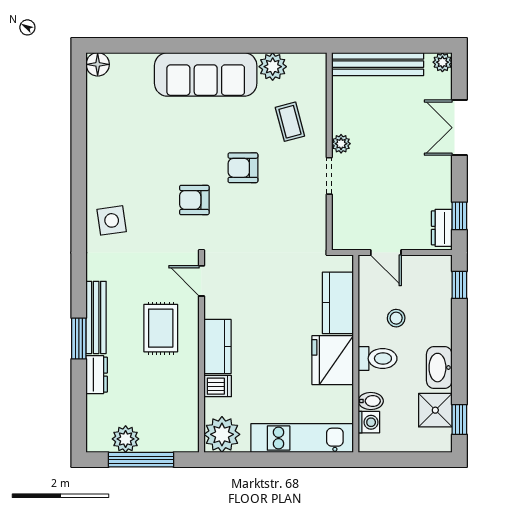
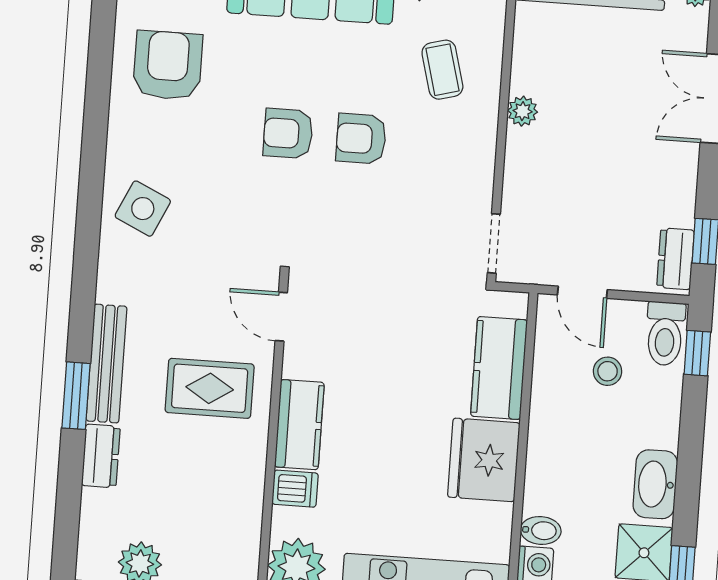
armchair: (121, 131) -> (168, 65), added
doorway: (329, 176) -> (494, 243), moved
armchair: (194, 200) -> (288, 133), moved
side table: (112, 220) -> (143, 209), turned 33
stool: (396, 318) -> (608, 371), moved
rug: (161, 328) -> (210, 388), turned 90
toilet: (378, 358) -> (665, 334), moved, turned 90

